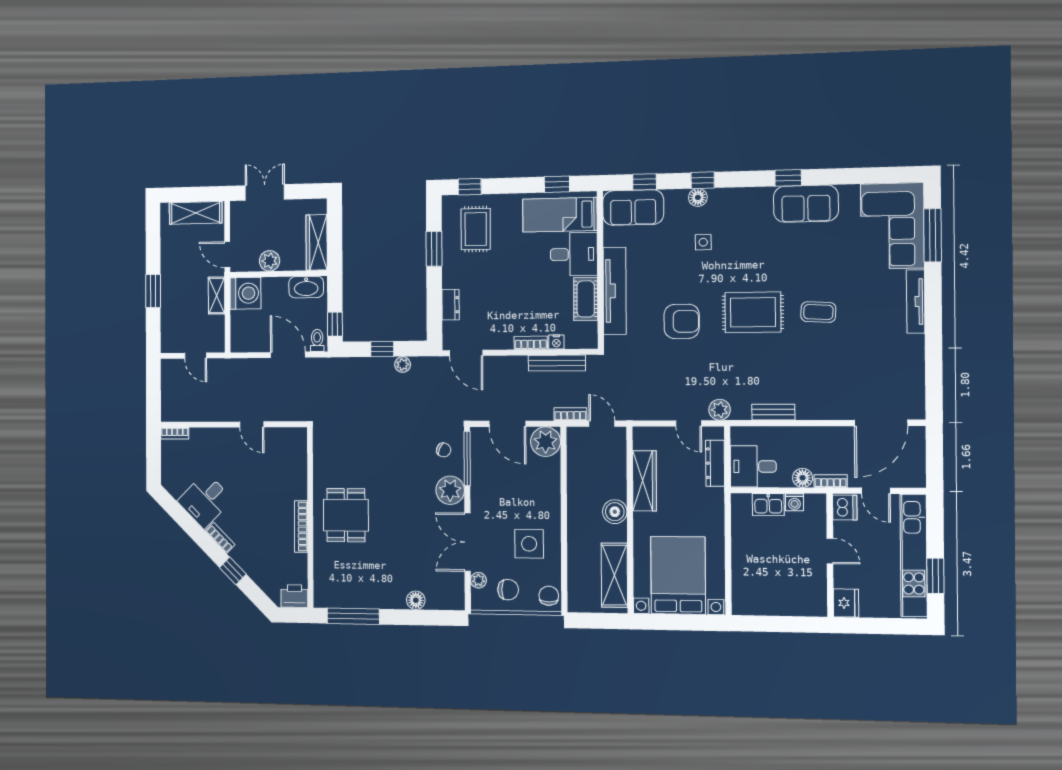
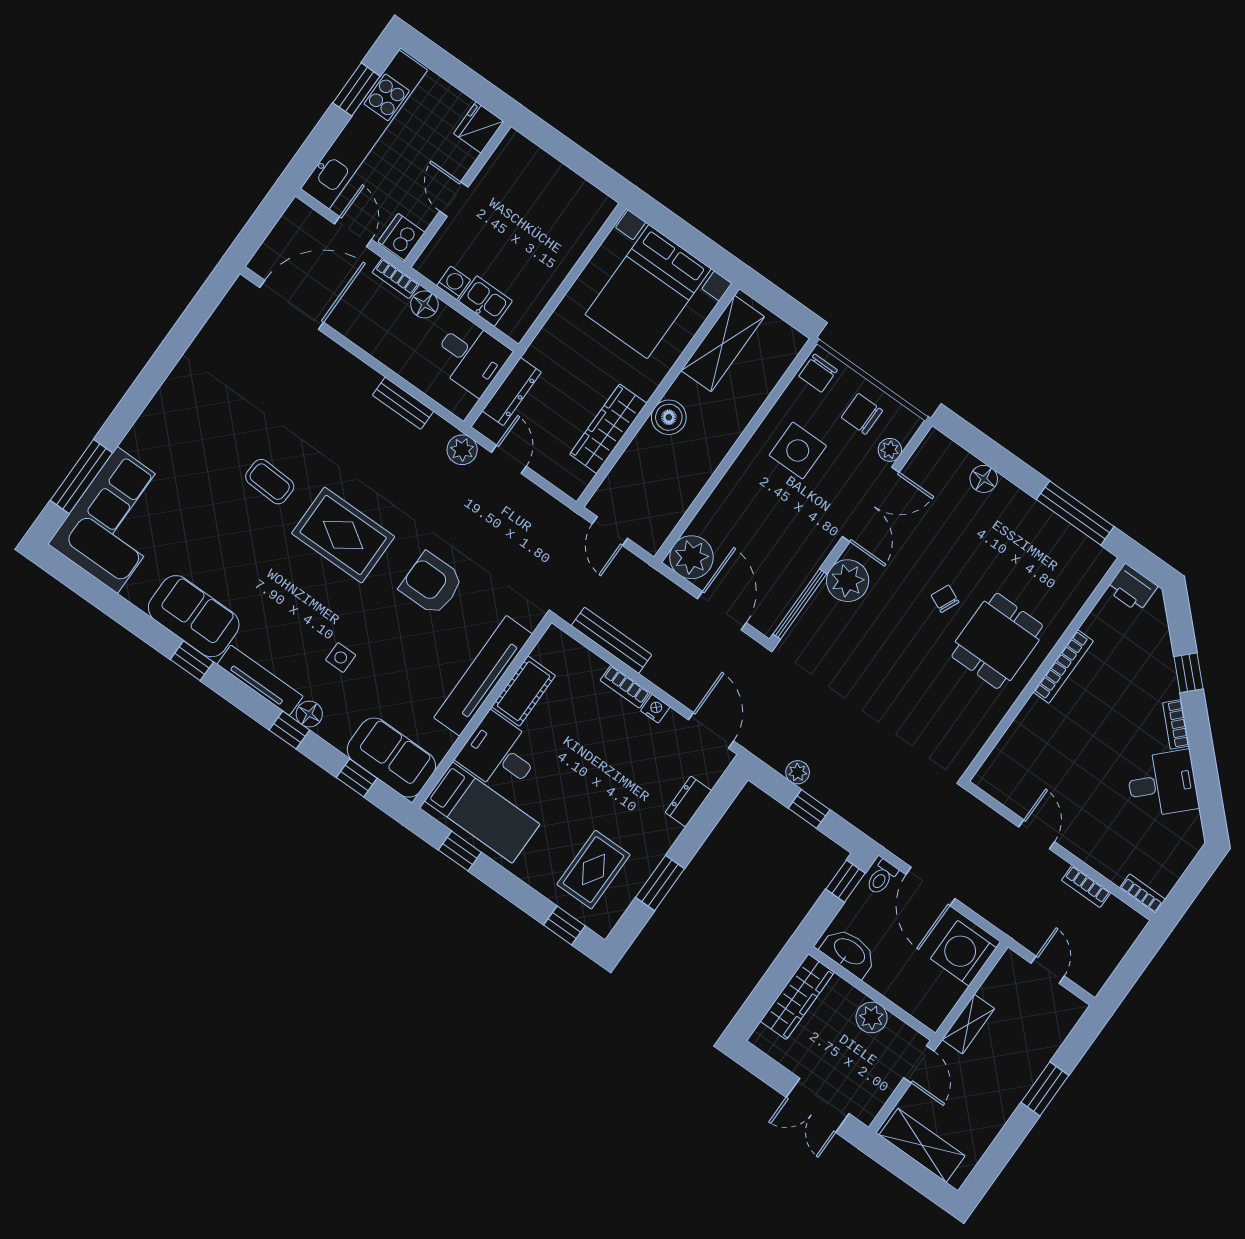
washing machine: (245, 293) -> (963, 953), moved
tv unit: (916, 302) -> (260, 680), moved, turned -90
nightstand: (556, 342) -> (655, 709), moved
bookcase: (570, 414) -> (1086, 886), moved
chair: (444, 450) -> (945, 599), moved

